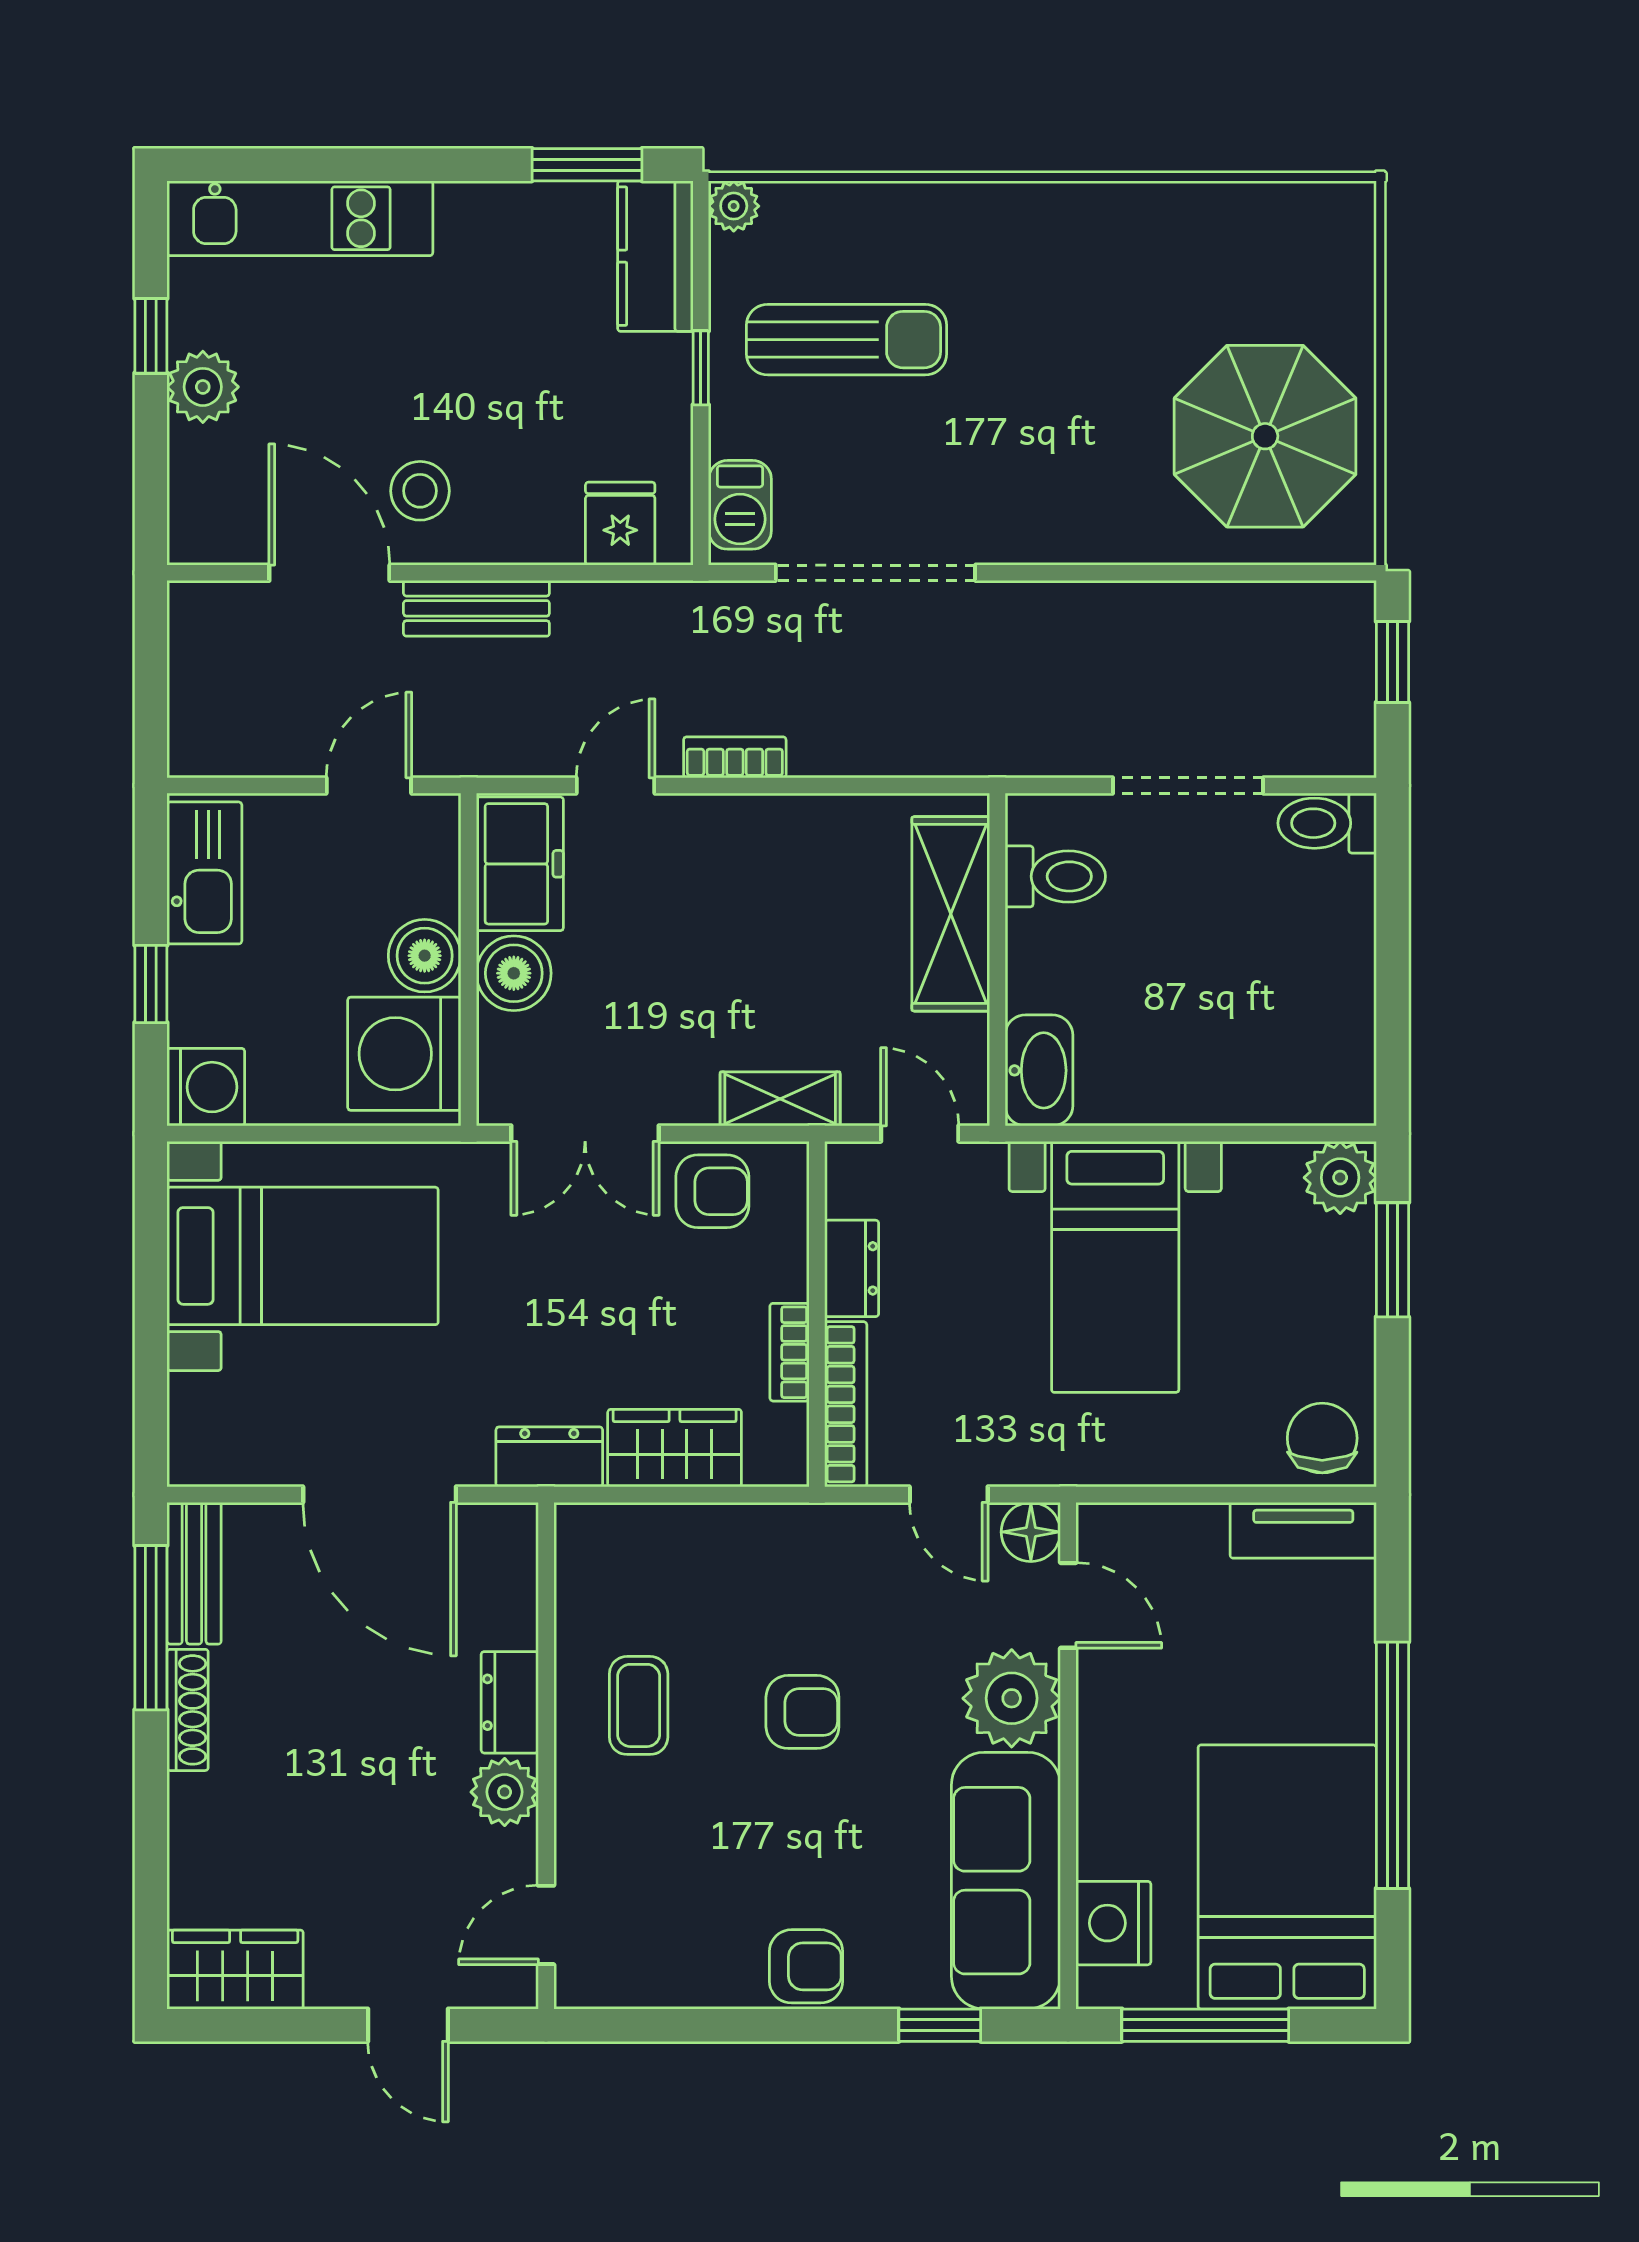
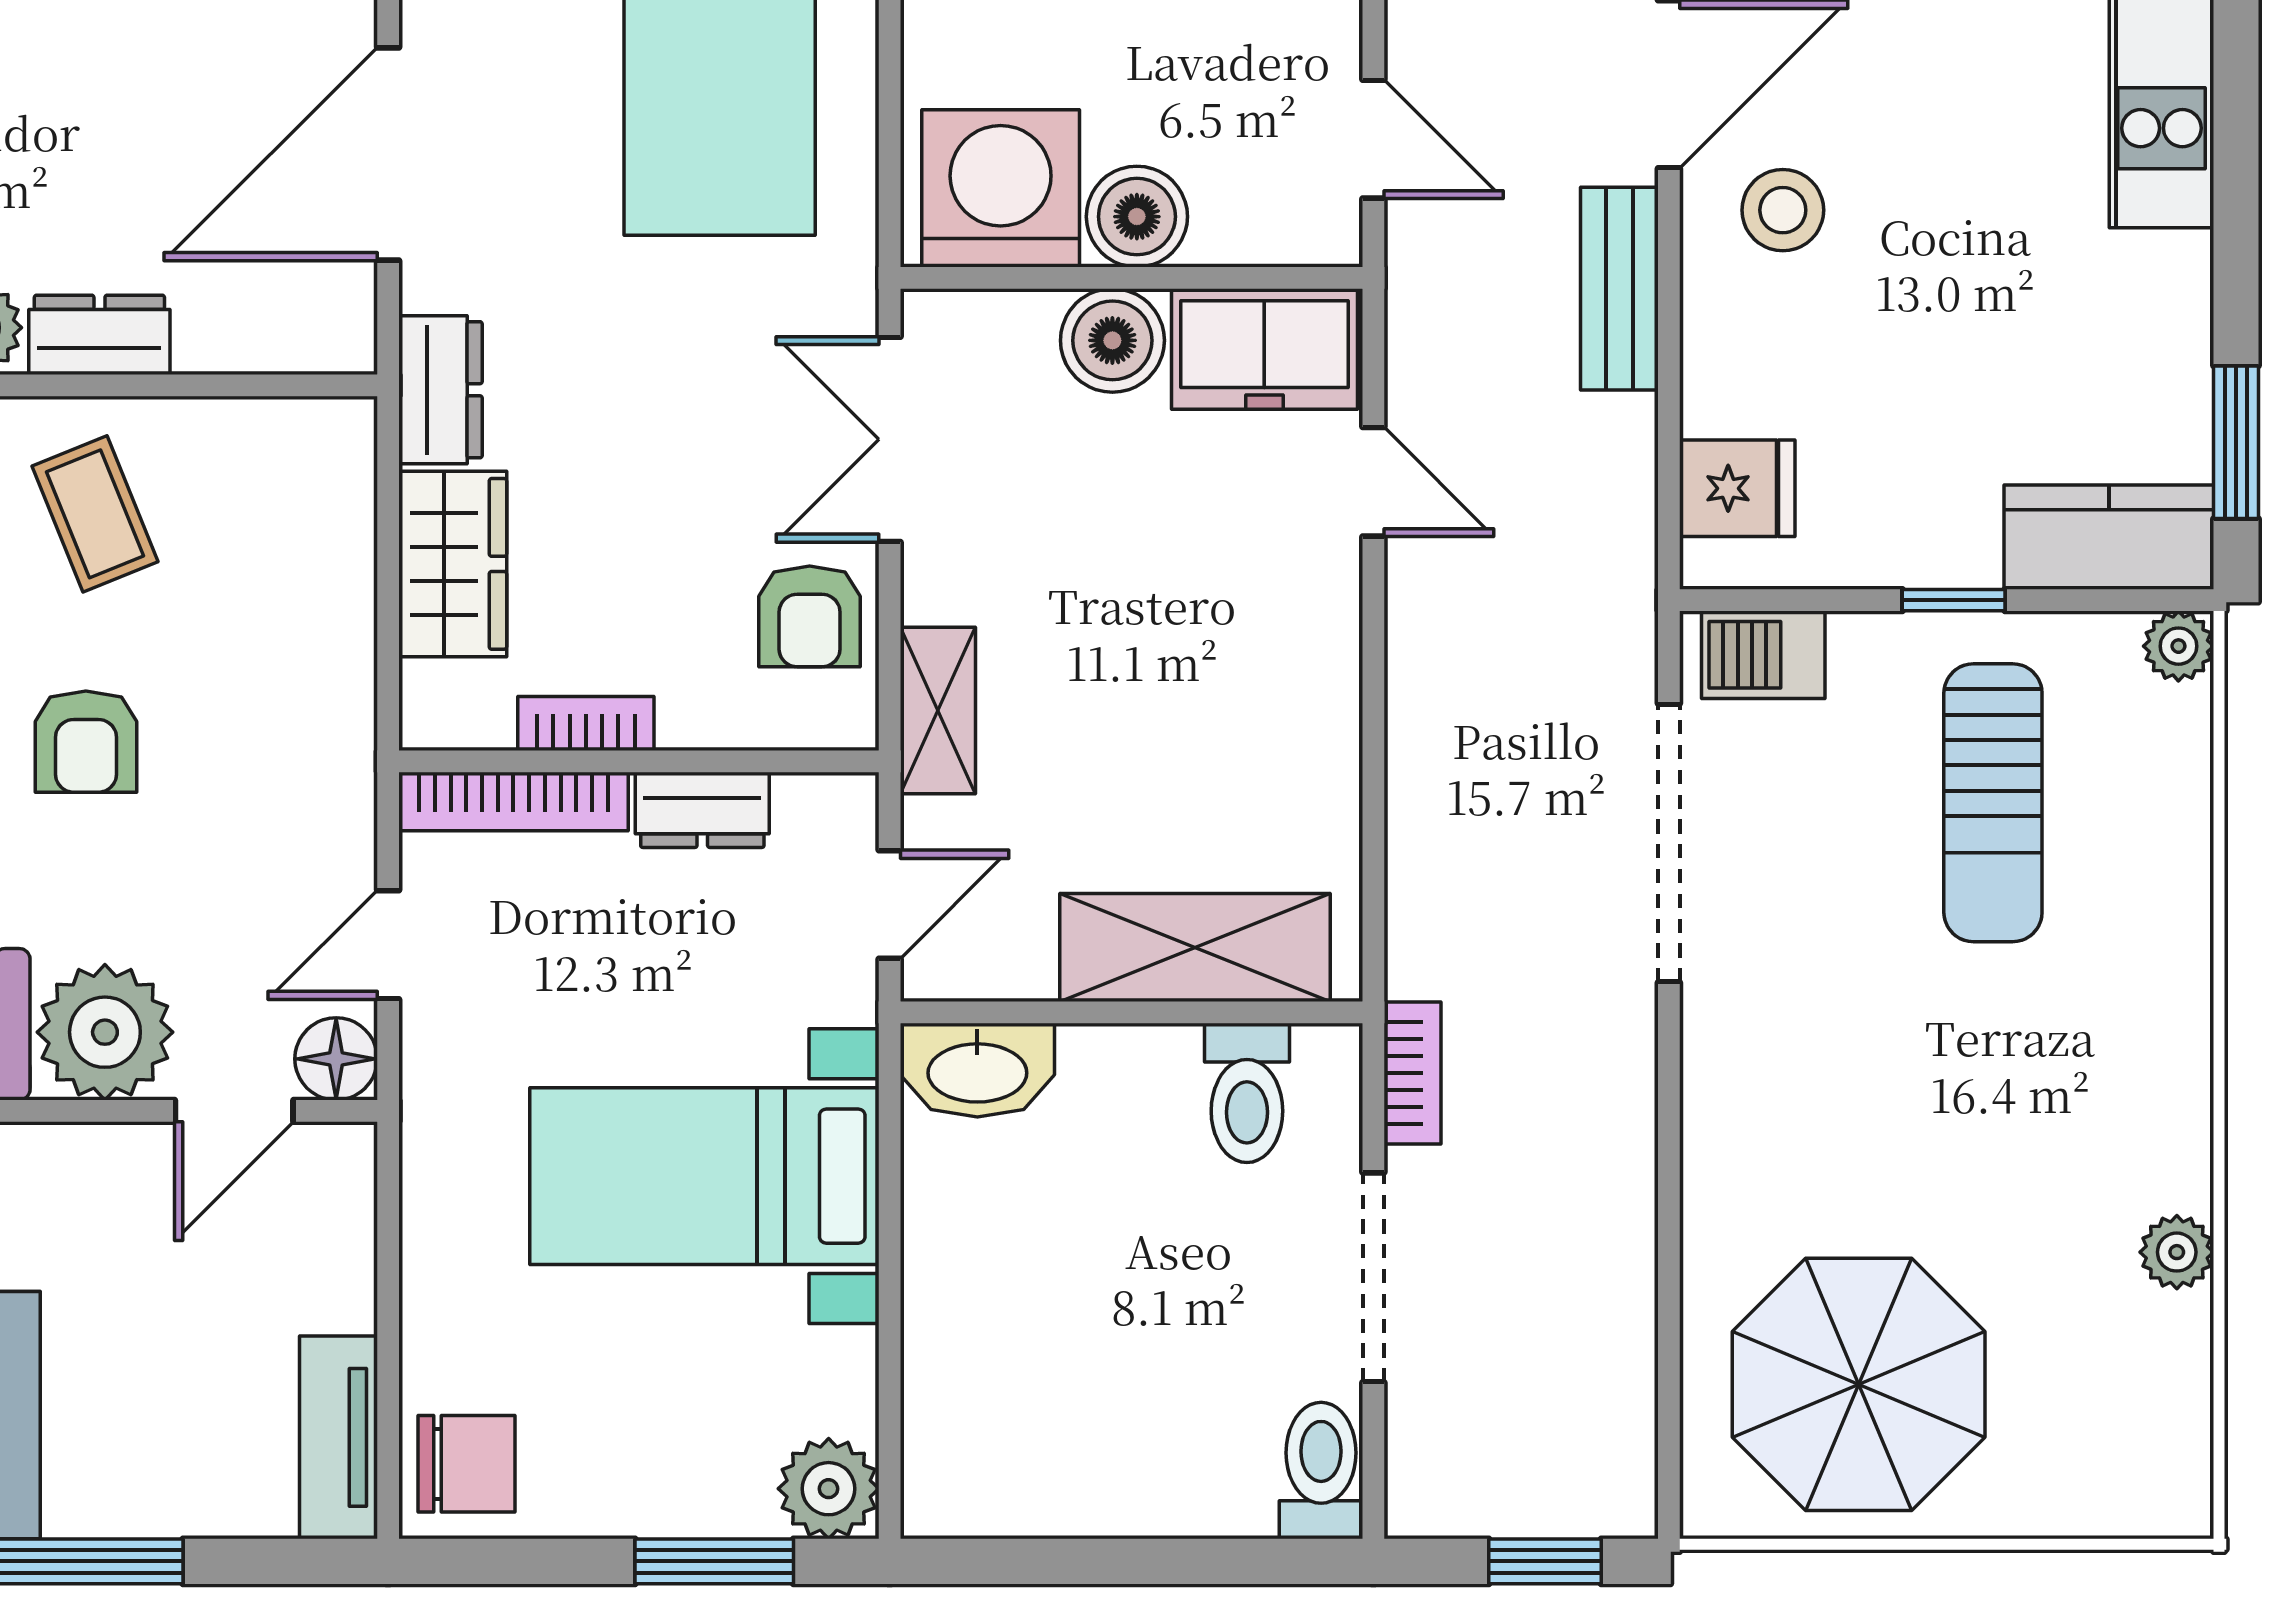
plant: (1170, 207) -> (2177, 1252), added
bookcase: (735, 757) -> (1413, 1073), moved
coffee table: (639, 1705) -> (95, 514), turned 68

